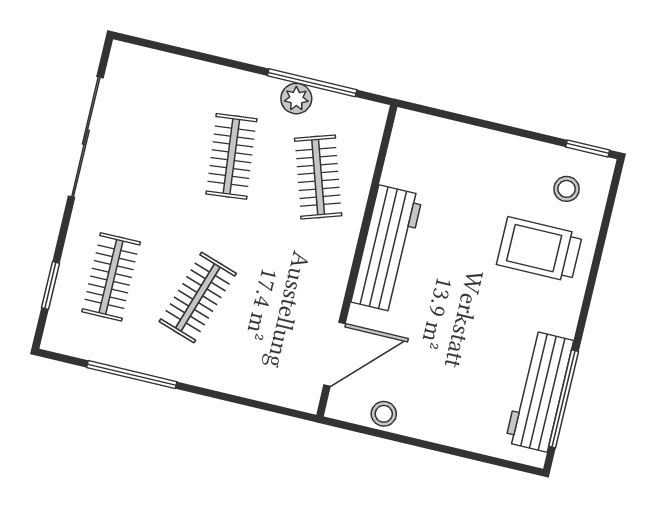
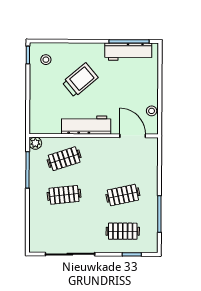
plant: (296, 99) -> (35, 143), moved
trolley: (539, 249) -> (80, 80), moved, turned -130
clothes rail: (198, 298) -> (123, 195), turned -30

